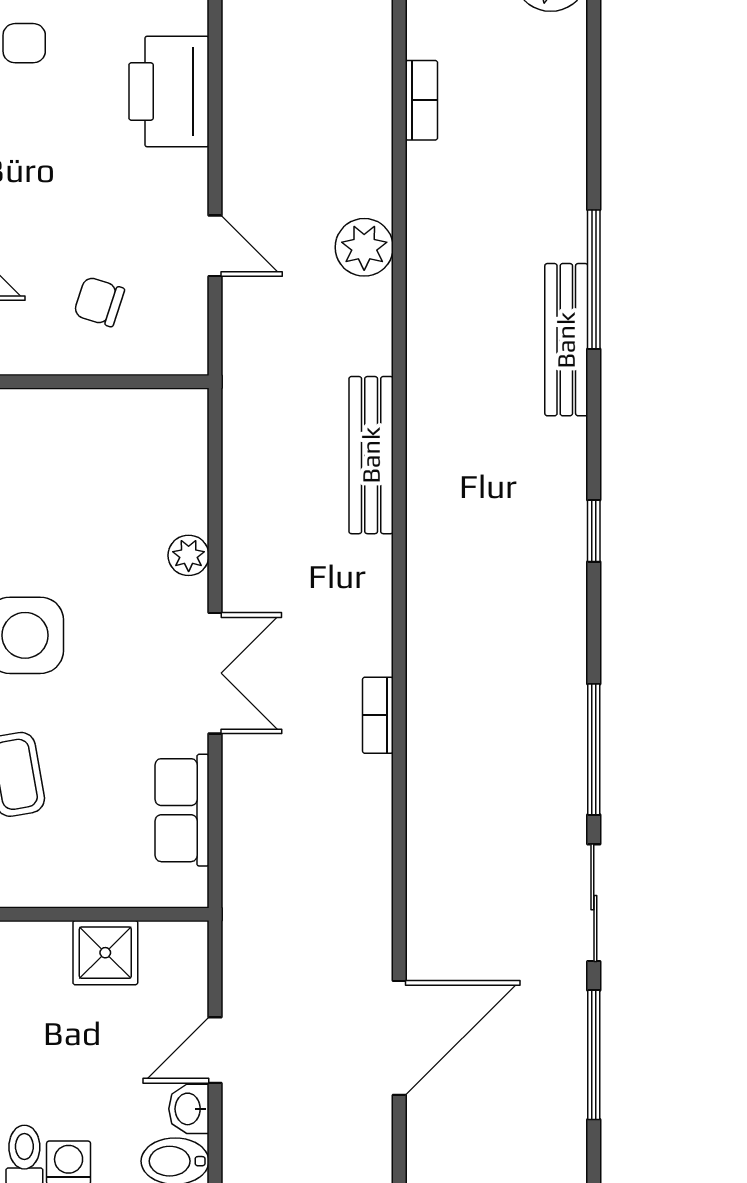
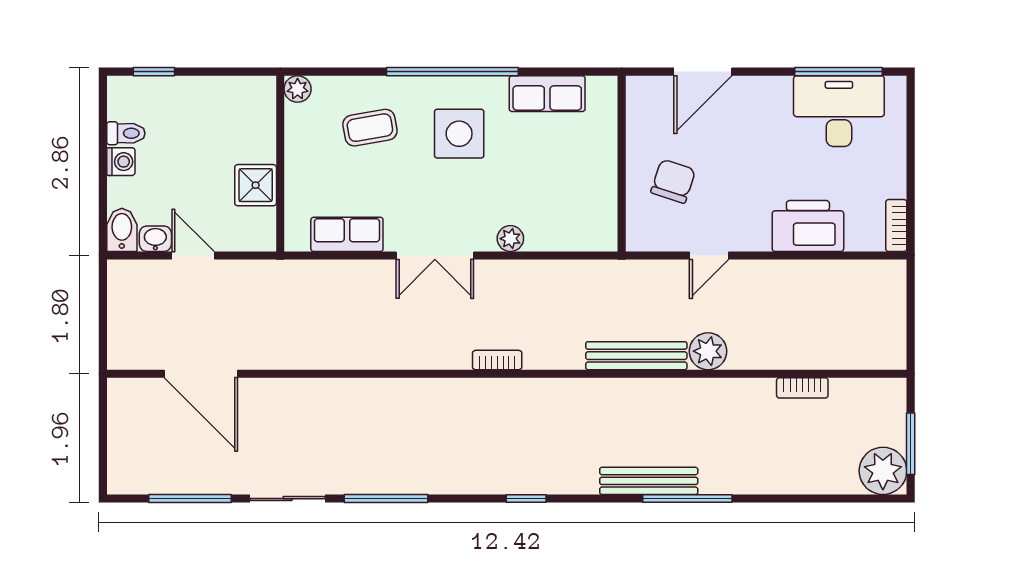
chair: (99, 302) -> (673, 181), width x1.37, depth x1.37
bench: (371, 455) -> (636, 356), moved
bookcase: (378, 715) -> (497, 360), moved

